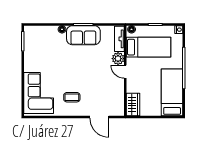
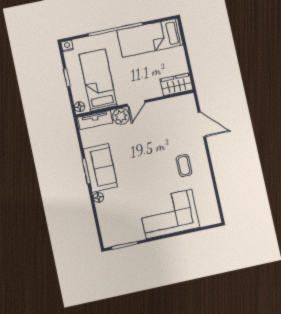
corner sofa: (39, 93) -> (169, 214), moved
door: (99, 117) -> (202, 125), hinge flipped

